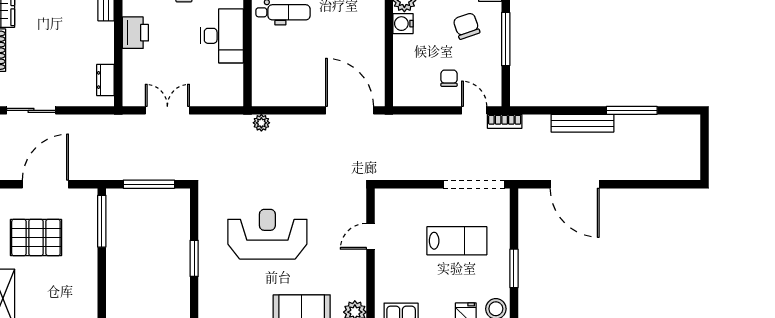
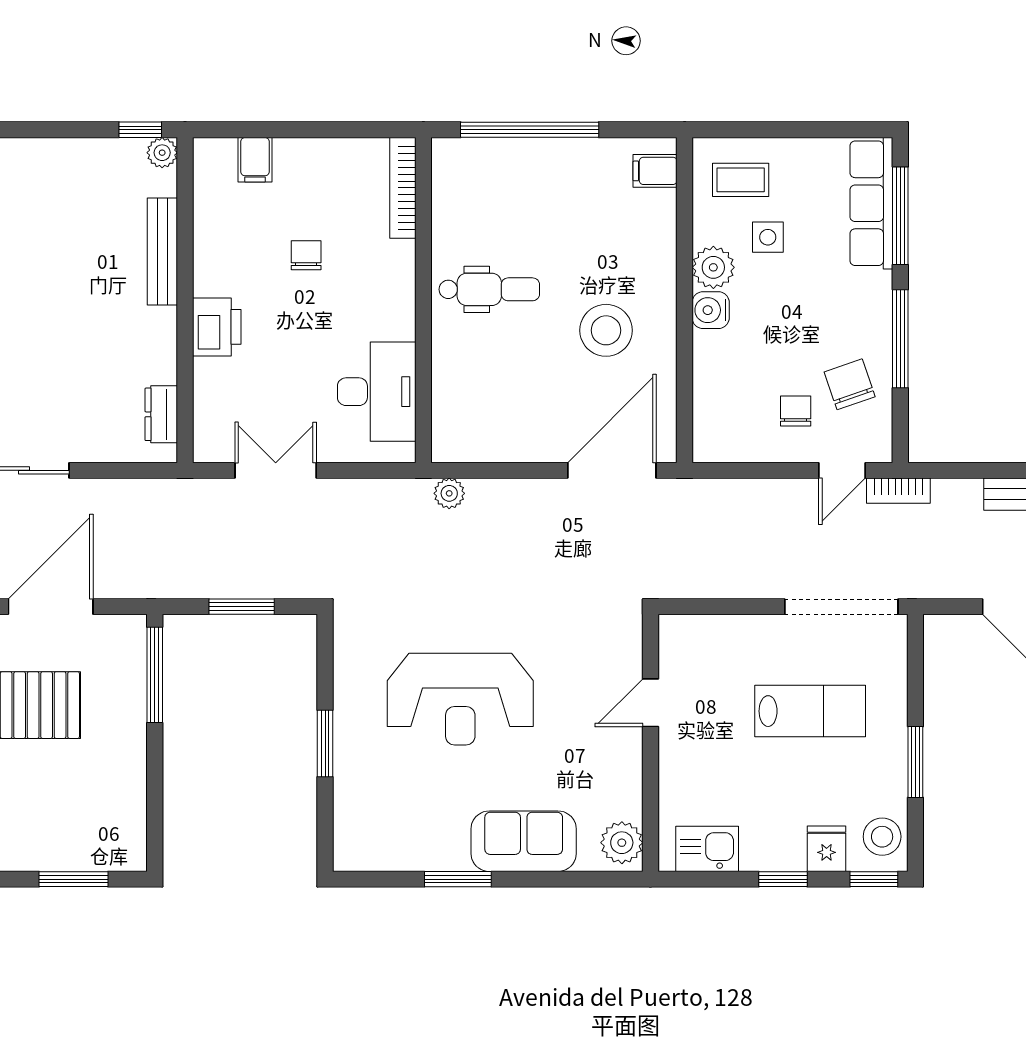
chair: (466, 26) -> (850, 384), moved
stool: (346, 35) -> (606, 330), added
desk: (222, 36) -> (377, 392), moved
door: (350, 110) -> (612, 470), hinge flipped
door: (474, 110) -> (842, 470), swing flipped
window: (149, 184) -> (242, 607), width x0.69
reception desk: (267, 234) -> (460, 699), turned 180

